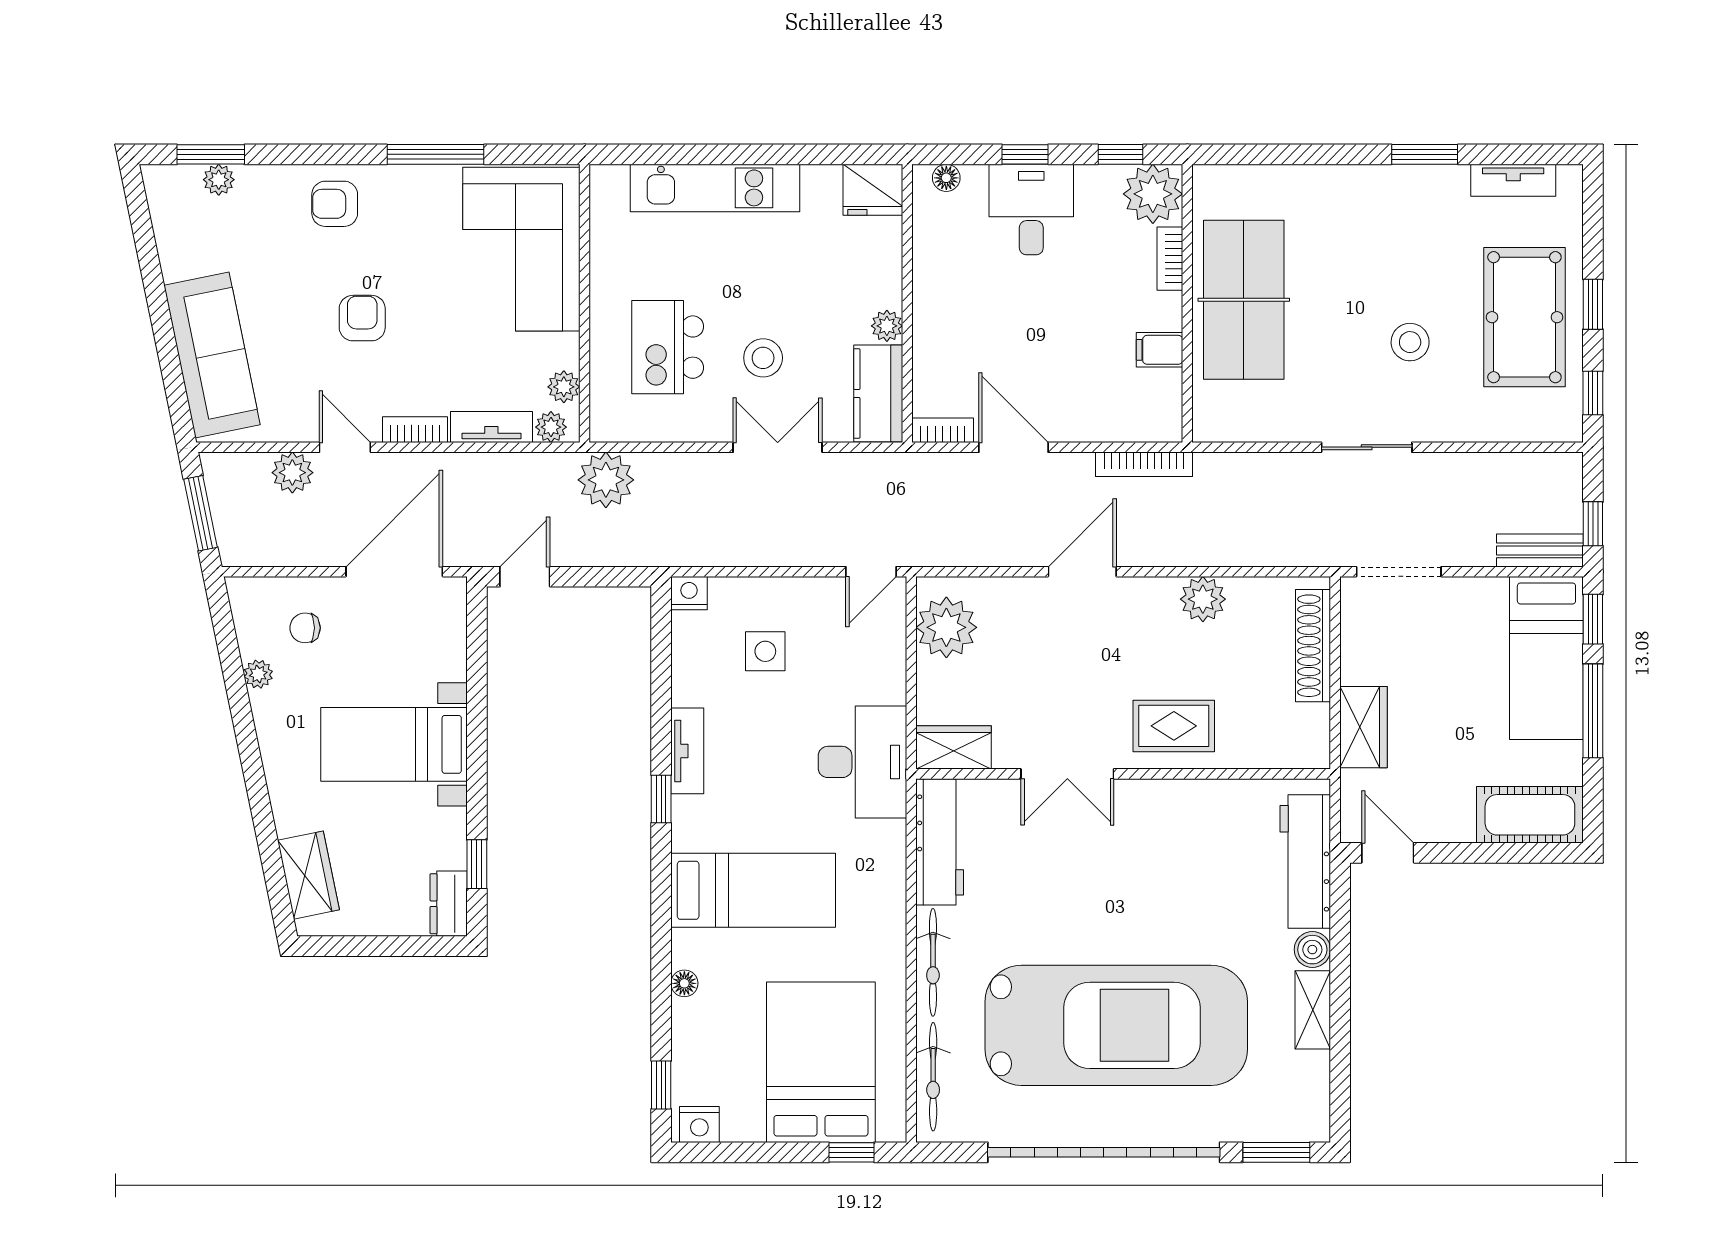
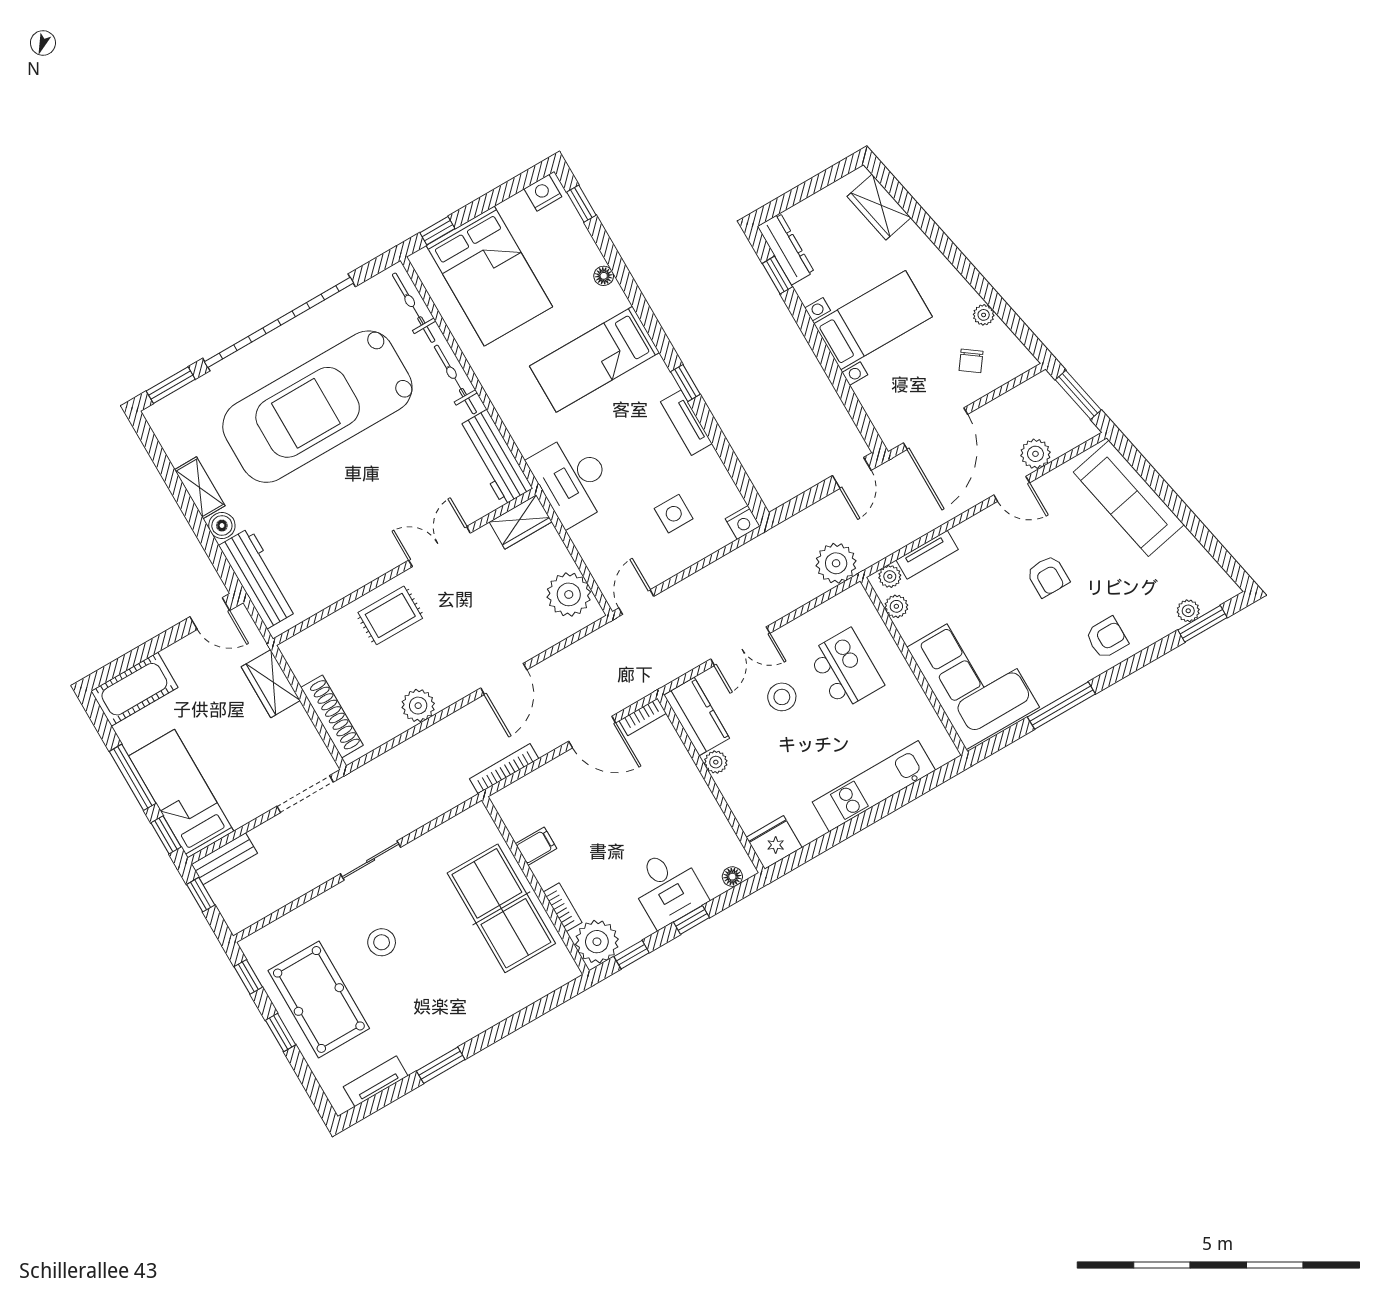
bookcase: (415, 430) -> (974, 525), removed
chair: (305, 628) -> (971, 361), turned 126
dresser: (449, 904) -> (786, 249), width x1.44

